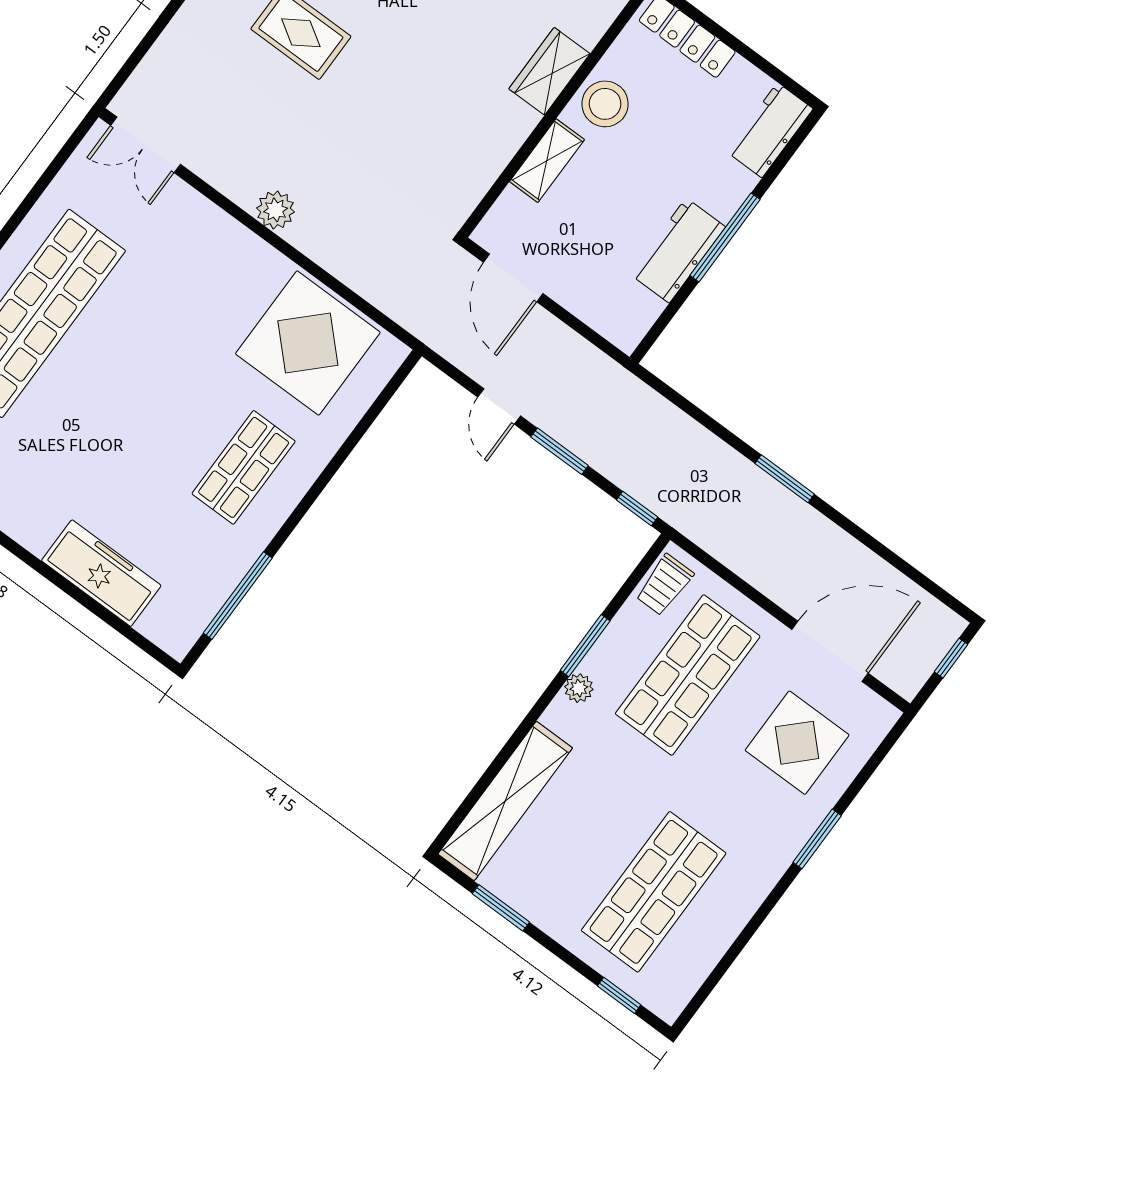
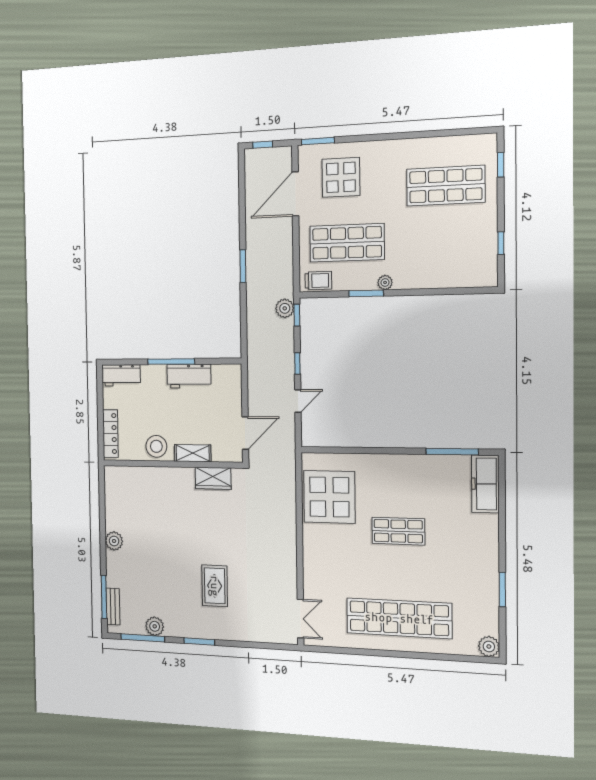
wardrobe: (549, 71) -> (213, 478), moved
plant: (276, 210) -> (285, 308), moved
window: (560, 451) -> (297, 363), width x0.67
shop shelf: (244, 467) -> (398, 531), moved
freezer: (101, 573) -> (485, 484), moved
door: (830, 651) -> (295, 194), hinge flipped
shelving: (505, 801) -> (454, 276), removed
window: (817, 839) -> (318, 141), moved
window: (501, 908) -> (501, 243), width x0.67

